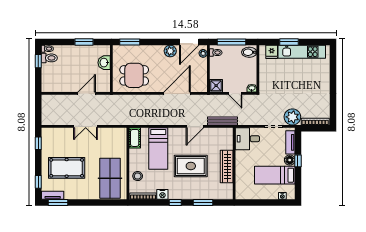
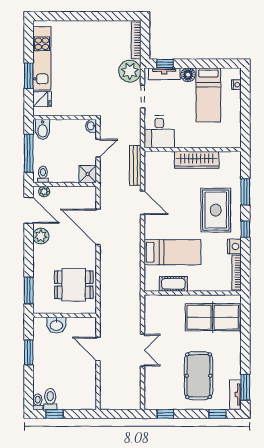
dining table: (134, 75) -> (74, 285), turned 90
cot: (135, 138) -> (173, 284), moved
window: (298, 161) -> (165, 64), moved
rug: (191, 166) -> (216, 210), moved
stool: (138, 176) -> (210, 280), removed

